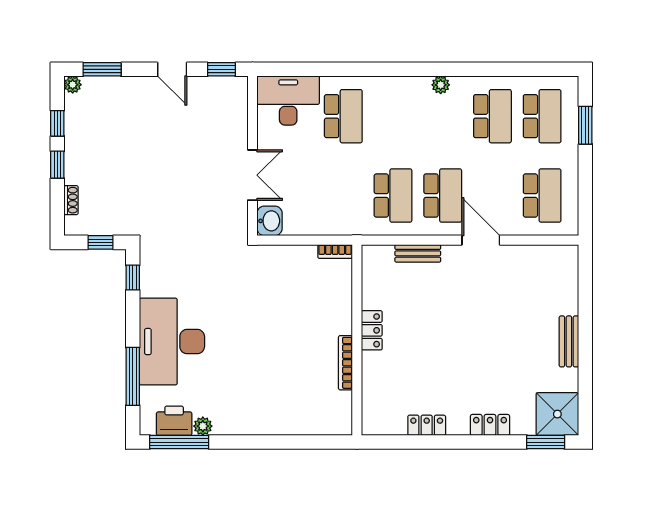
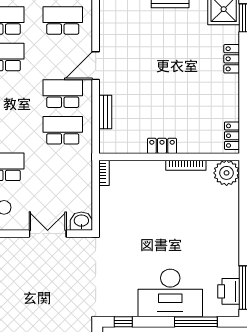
locker: (427, 425) -> (232, 136), moved
plant: (203, 426) -> (227, 173), moved, width x1.88, depth x1.88

